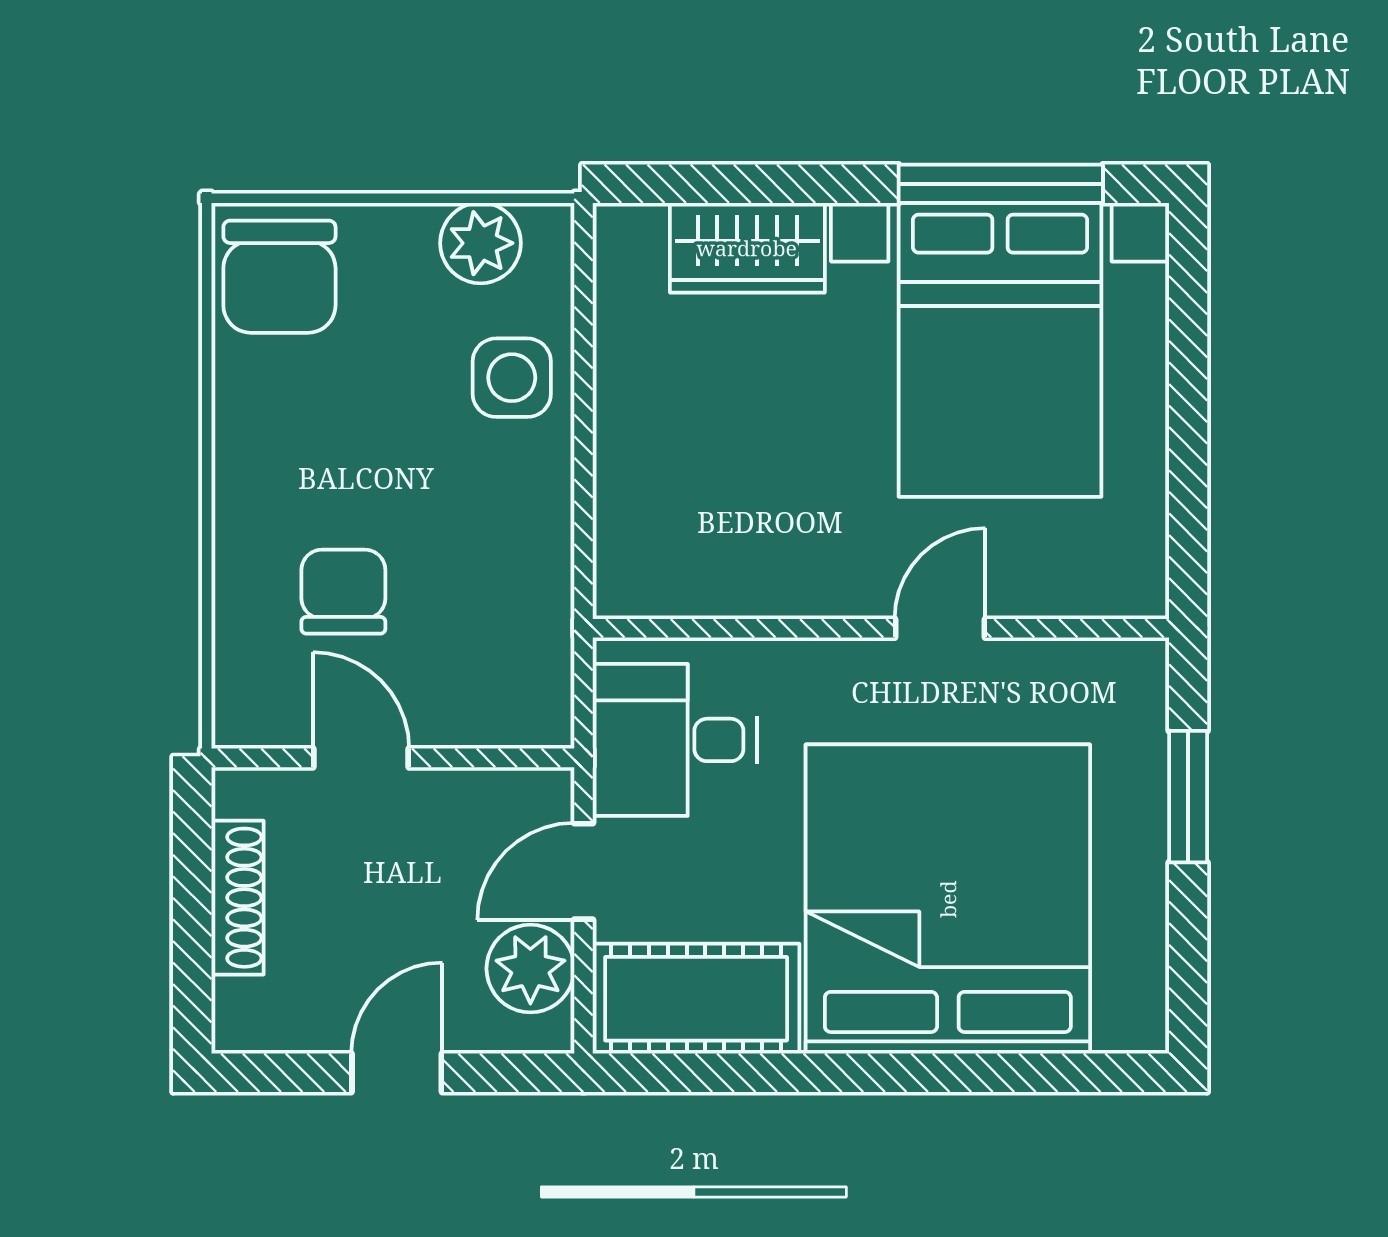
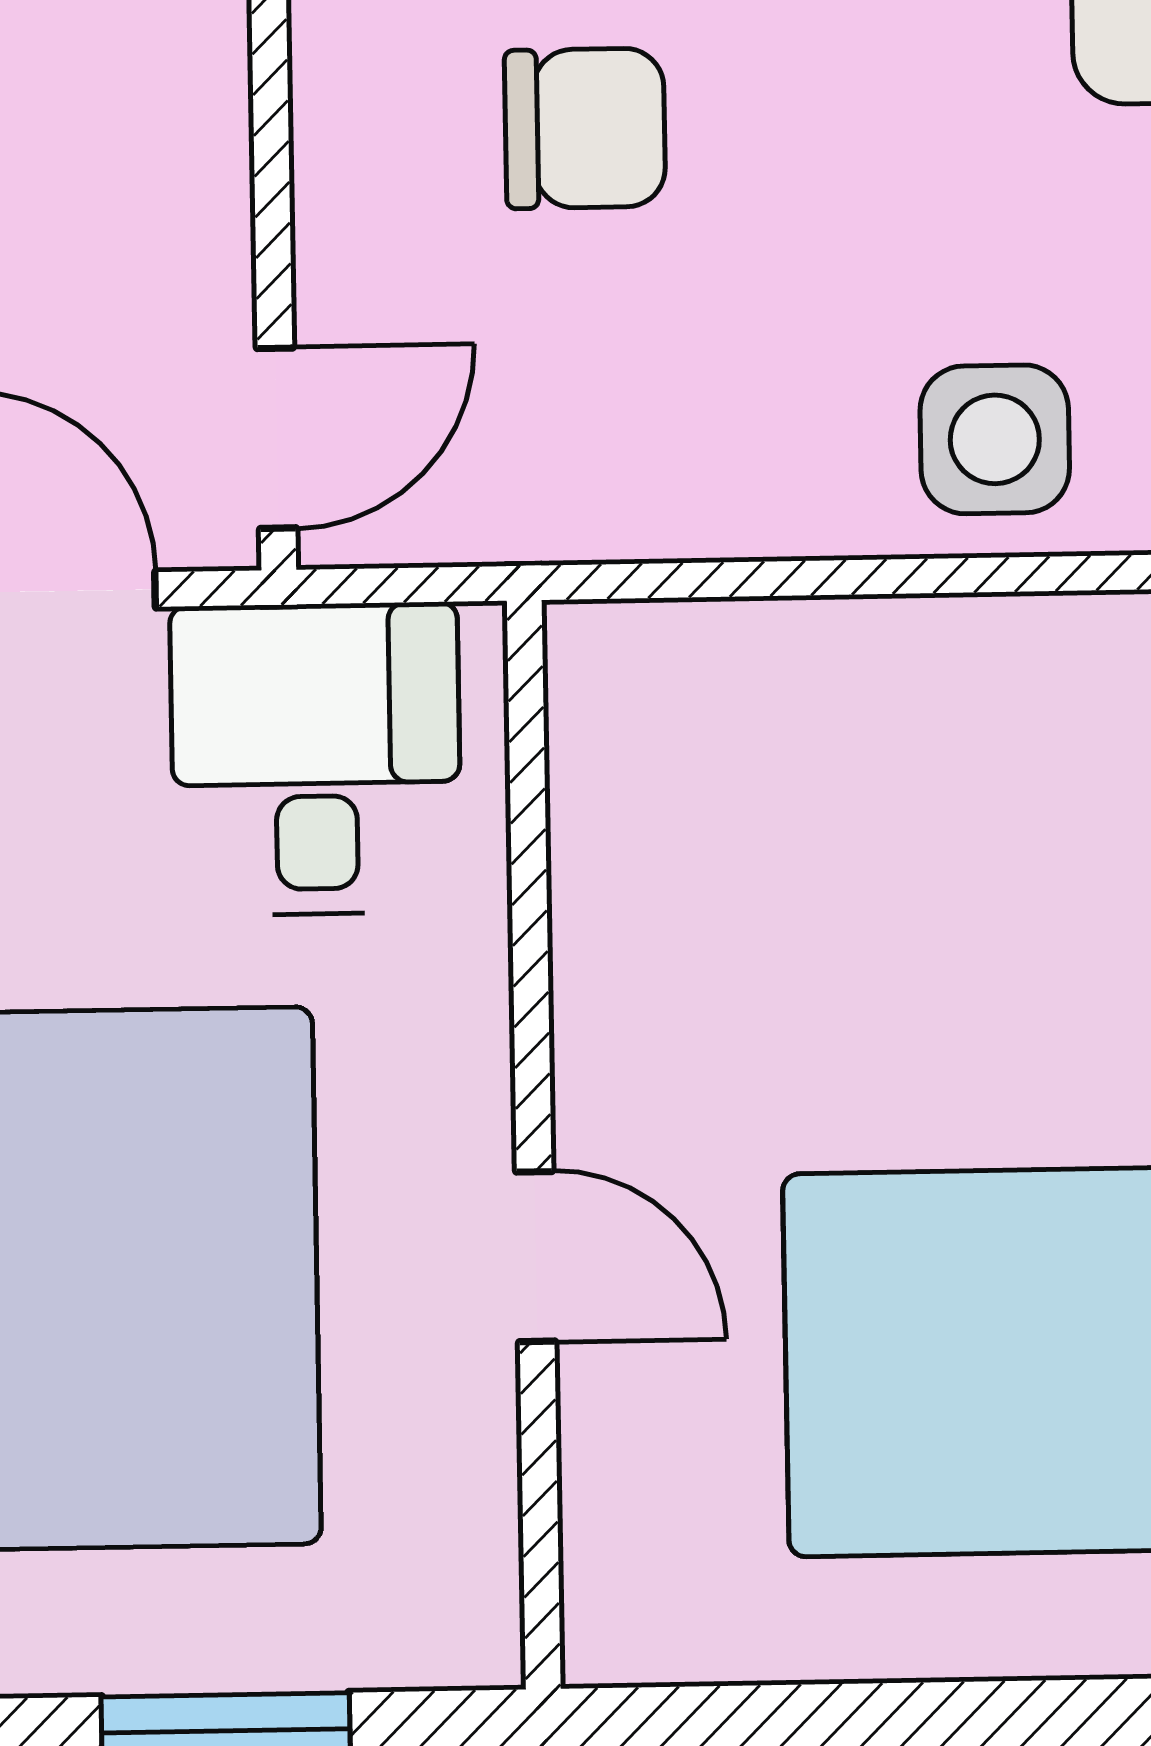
door: (361, 758) -> (276, 438), moved

